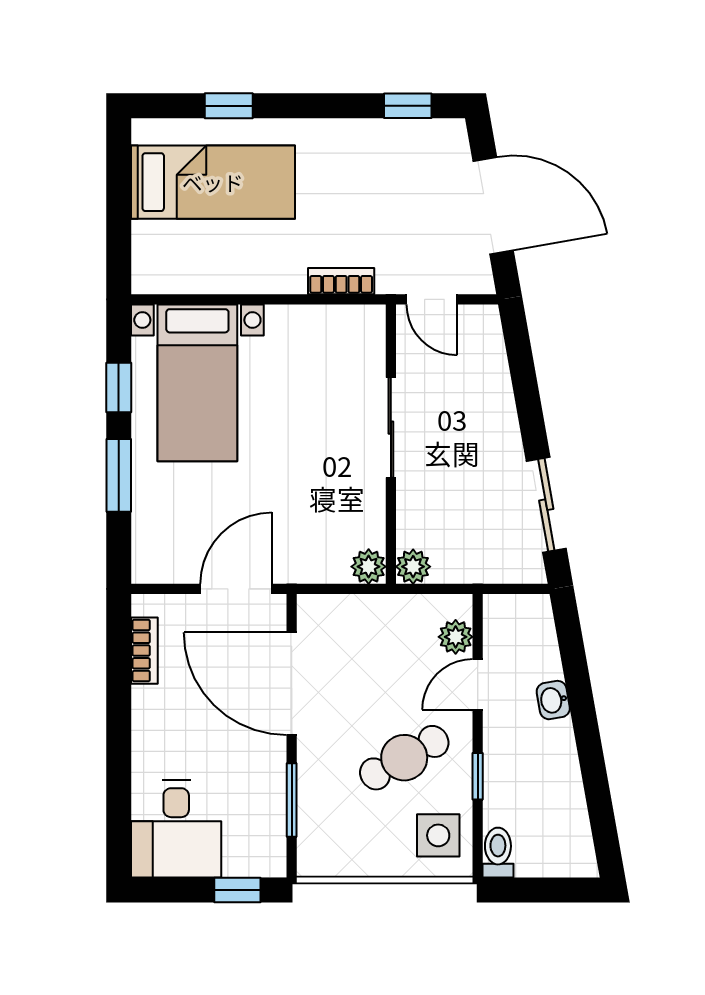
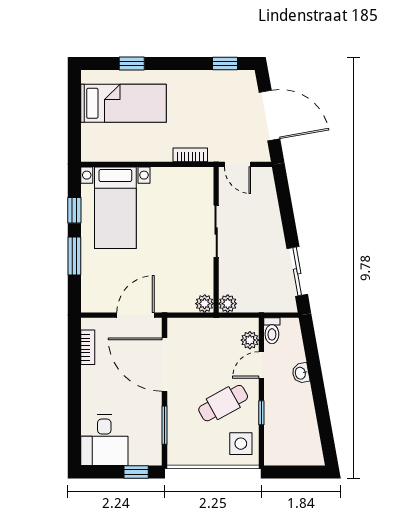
toilet: (498, 853) -> (272, 331), moved, turned 180

